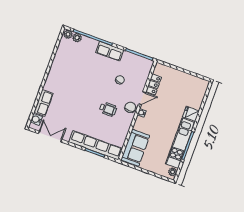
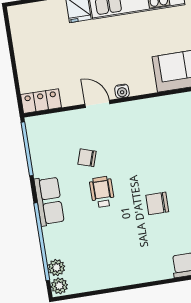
locker: (154, 84) -> (41, 101), moved
chair: (130, 107) -> (157, 203), moved
wheelchair: (108, 109) -> (102, 192), moved

